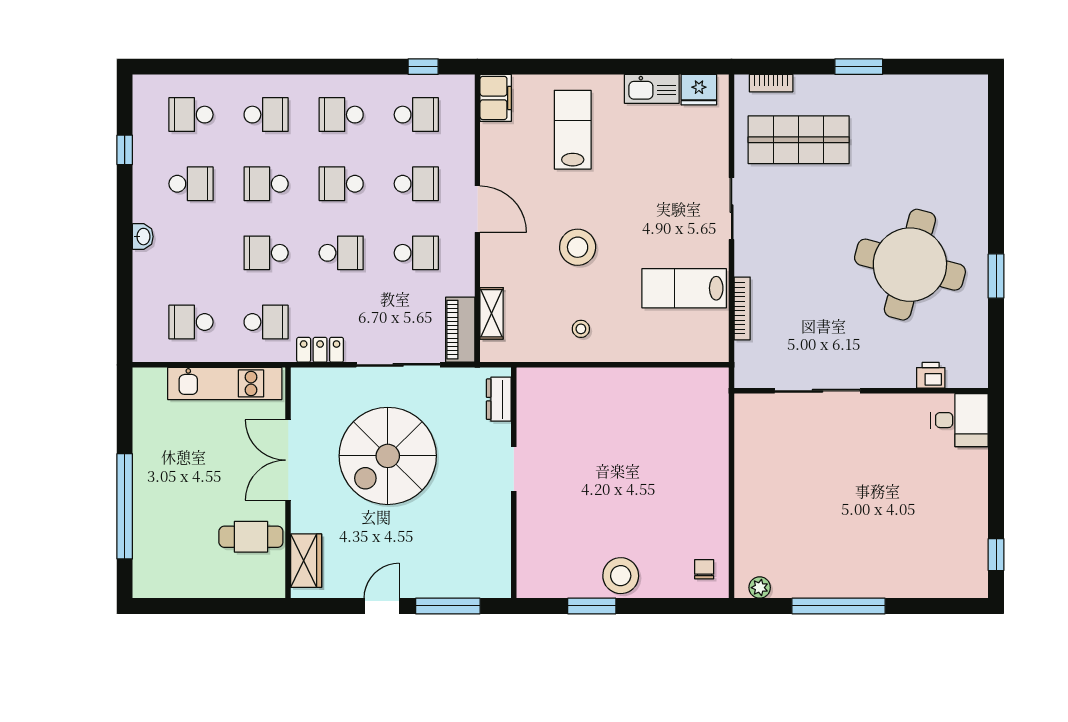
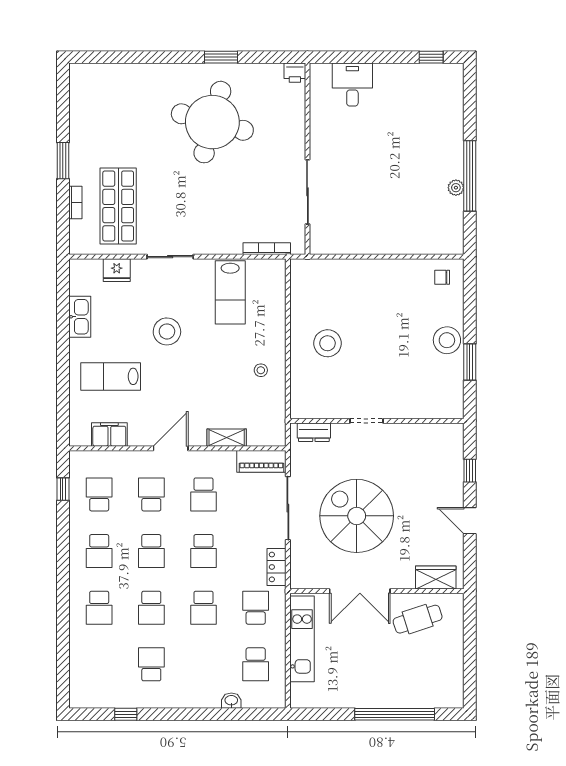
bookcase: (771, 83) -> (75, 203), moved
fridge: (699, 90) -> (117, 270), moved, turned 90
filing cabinet: (496, 98) -> (109, 435), moved
school desk: (191, 115) -> (99, 664), removed
school desk: (266, 115) -> (99, 608), turned 180
washbasin: (143, 237) -> (231, 701), moved
stool: (578, 247) -> (167, 331), moved
school desk: (341, 253) -> (203, 551), turned 180
school desk: (416, 253) -> (203, 494), turned 180
bookcase: (742, 308) -> (267, 249), moved
shelving: (492, 313) -> (227, 438), moved
printer: (931, 375) -> (295, 73), moved, turned -90
stool: (617, 417) -> (328, 343), added
desk: (960, 420) -> (352, 85), moved
spiral stairs: (388, 456) -> (357, 516), turned 180
cafe table: (251, 537) -> (418, 619), turned 72
plant: (760, 588) -> (456, 188), moved
window: (448, 606) -> (470, 471), width x0.46

